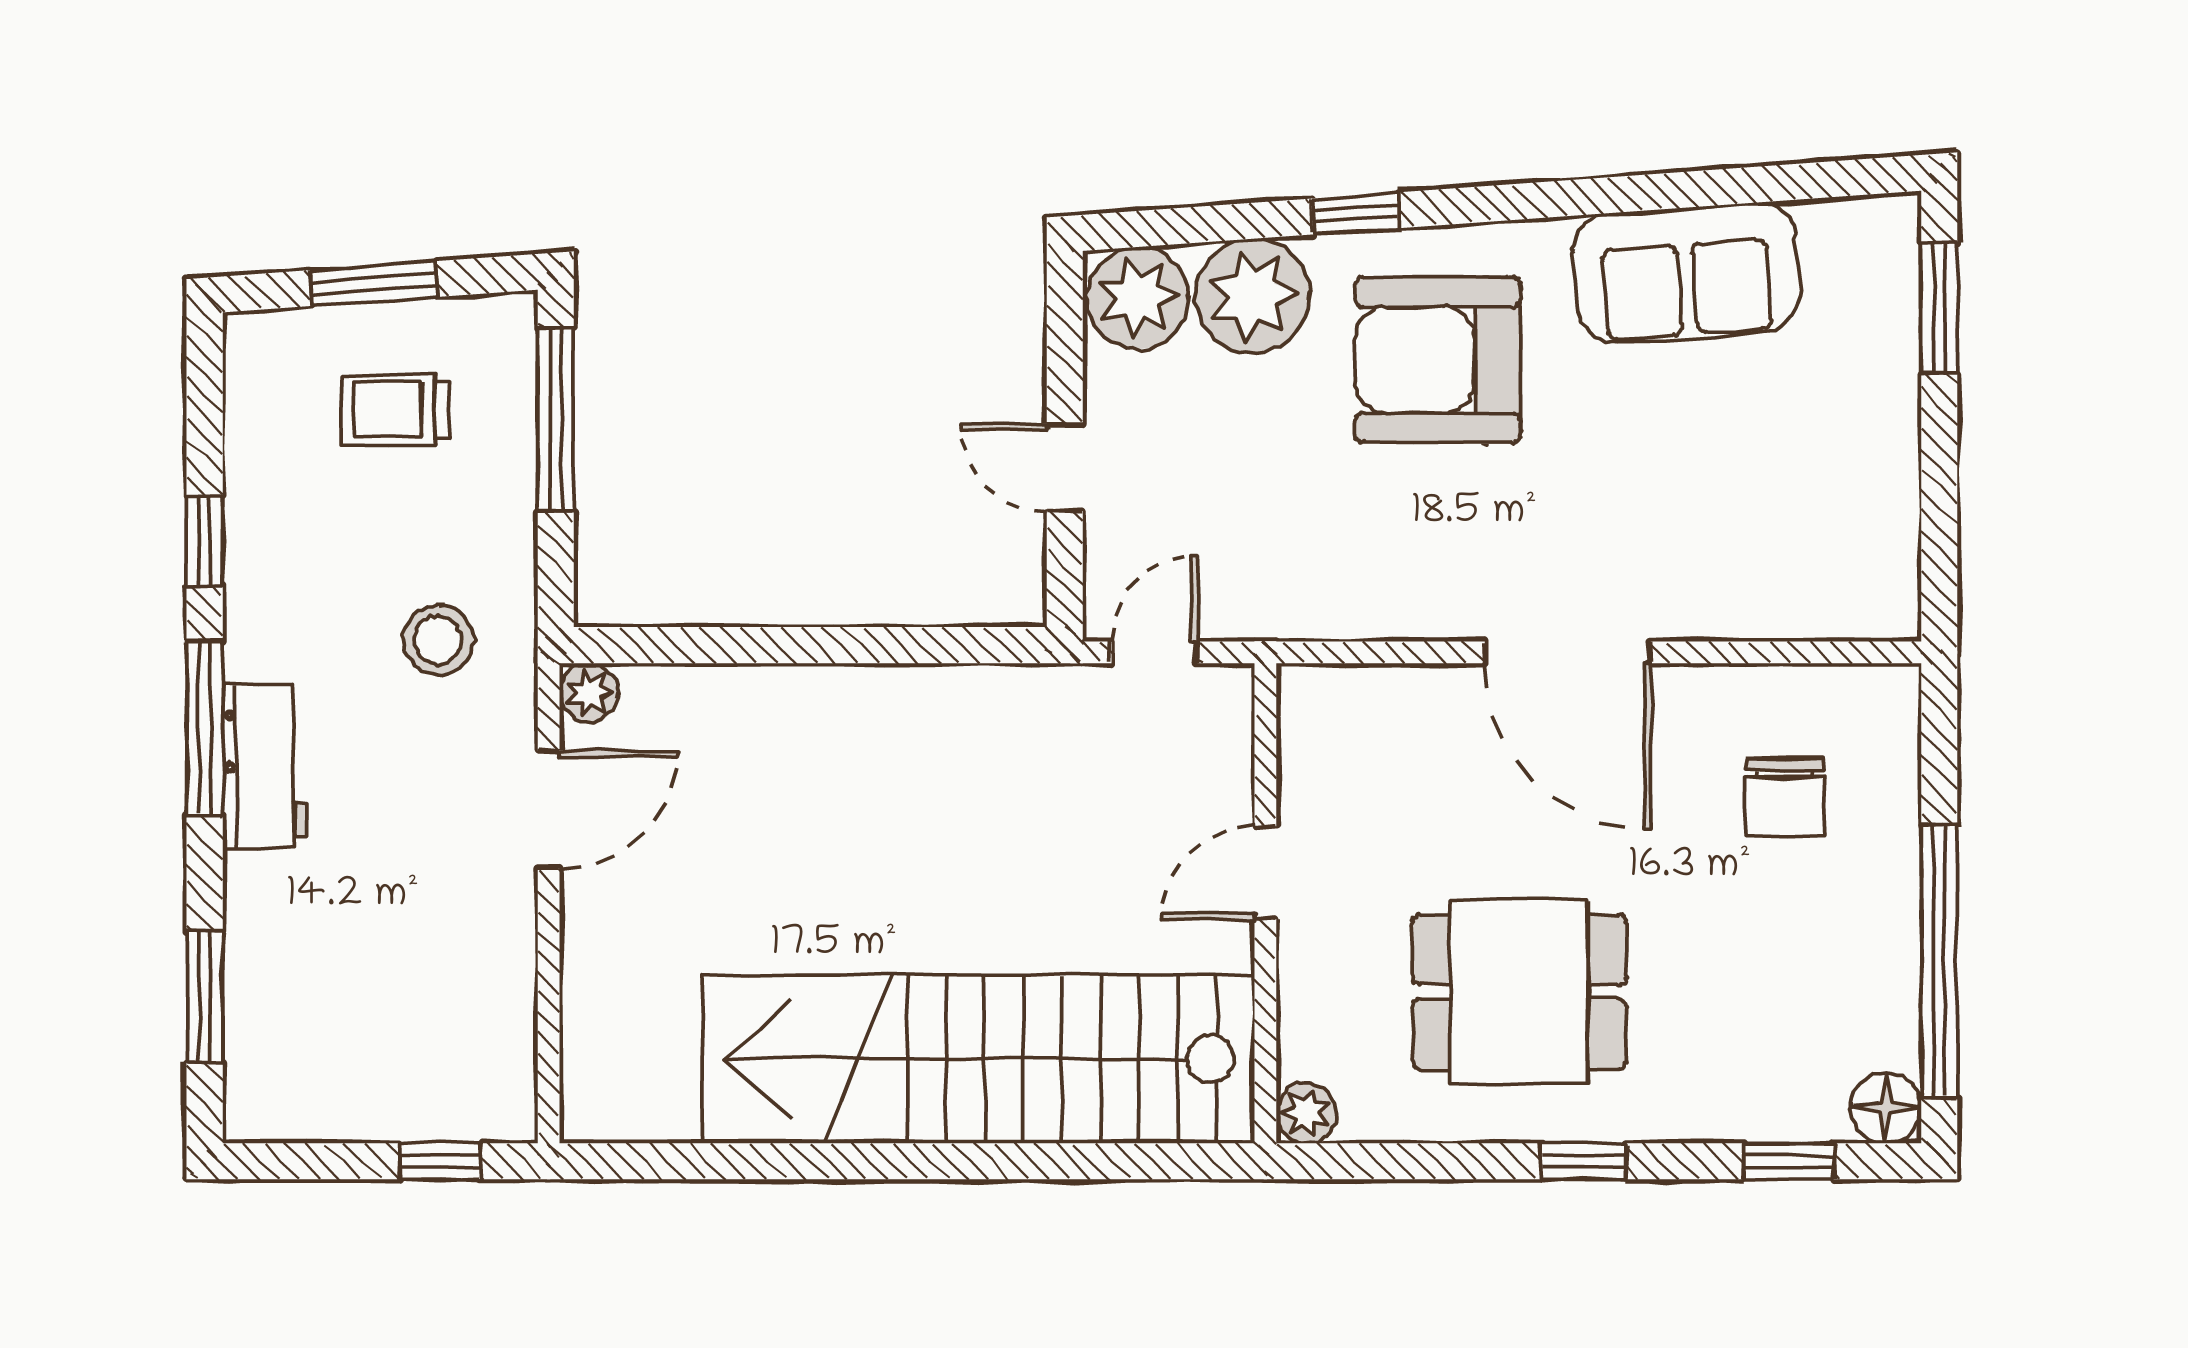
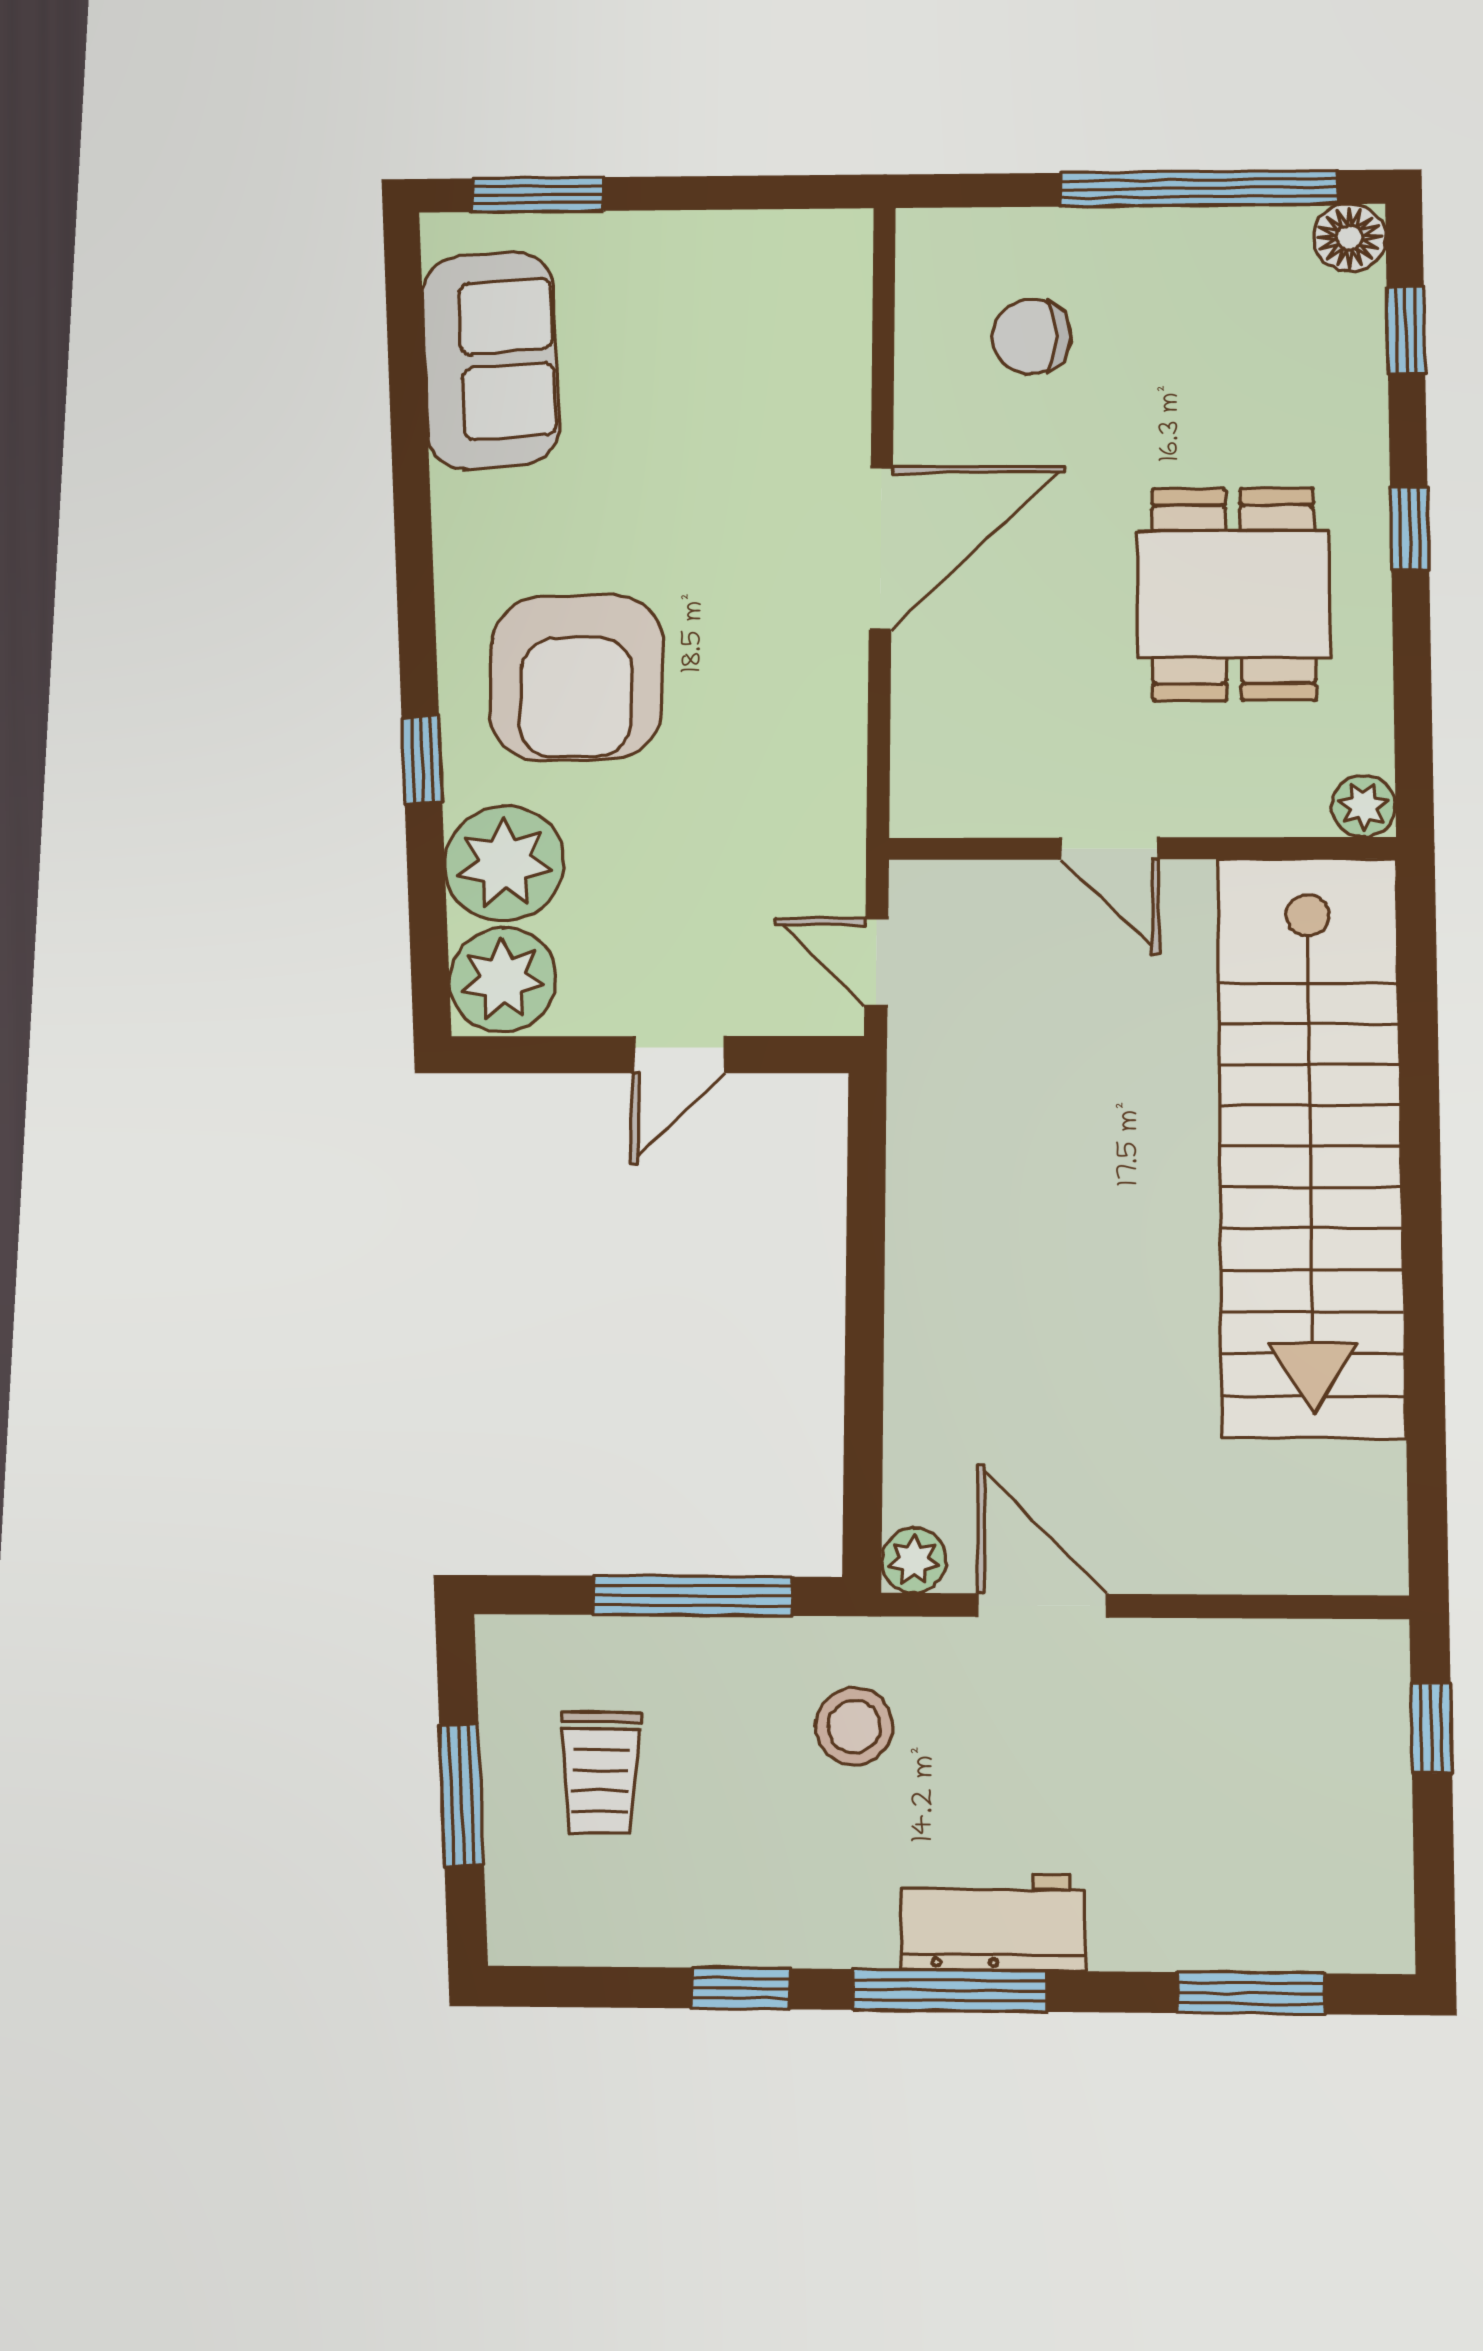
sofa: (1686, 272) -> (491, 360), moved
window: (556, 419) -> (693, 1596), moved
chair: (1785, 797) -> (1031, 337), turned 180

